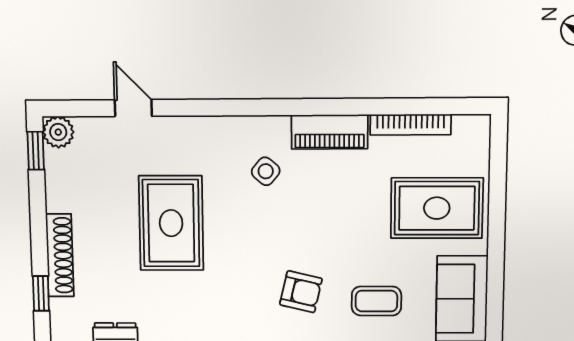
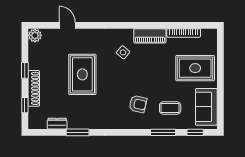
window: (36, 151) -> (25, 70), moved

